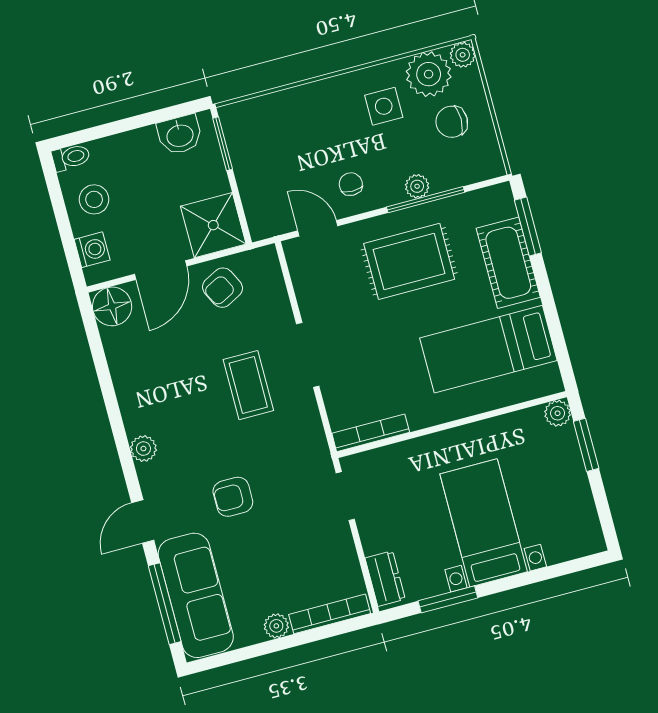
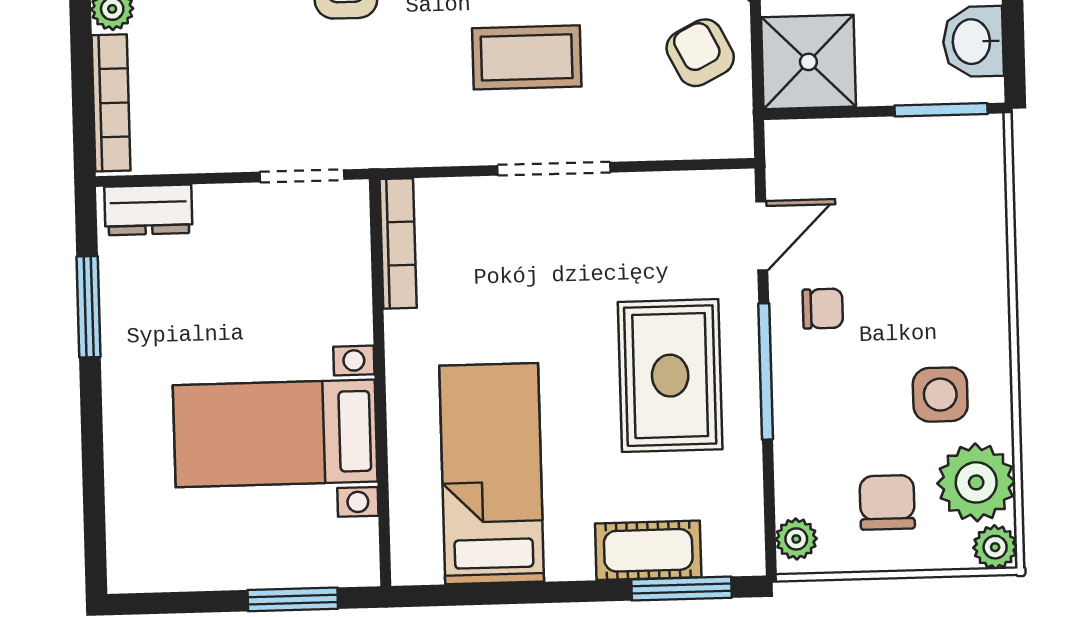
plant: (417, 186) -> (796, 539), moved
window: (426, 200) -> (766, 371), moved
cot: (508, 263) -> (648, 550), width x0.73, depth x0.75
plant: (558, 413) -> (357, 564), removed
bed with nightstands: (484, 523) -> (275, 433), moved, turned 180

